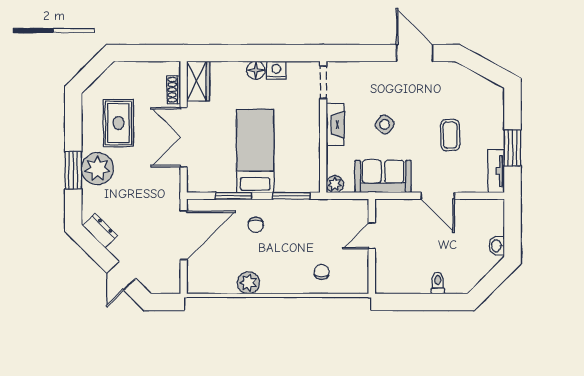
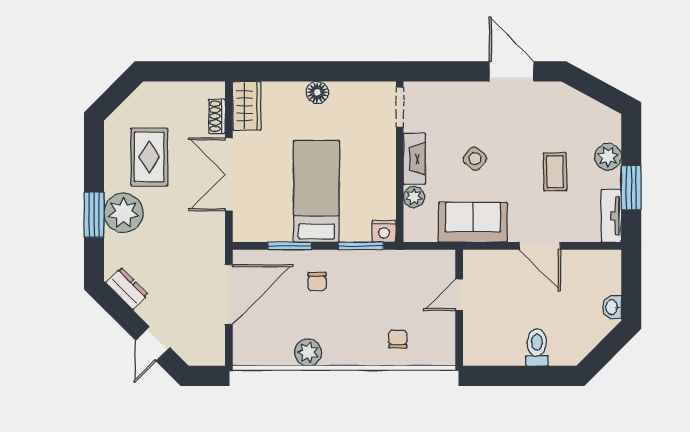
nightstand: (276, 70) -> (384, 231), moved, turned 180
plant: (493, 123) -> (608, 157), added
plant: (335, 184) -> (414, 197), moved
toilet: (438, 283) -> (537, 347), width x1.37, depth x1.39

